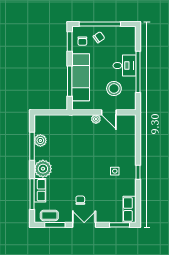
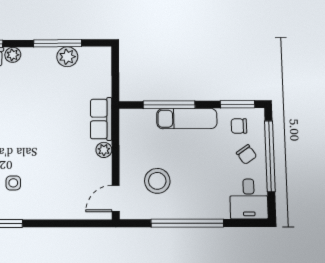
desk: (124, 66) -> (249, 199), moved
exam couch: (81, 77) -> (187, 119), width x0.73, depth x0.69
door: (109, 112) -> (116, 198), moved
row of seats: (78, 121) -> (101, 119), added
plant: (43, 169) -> (13, 55), width x0.53, depth x0.53

